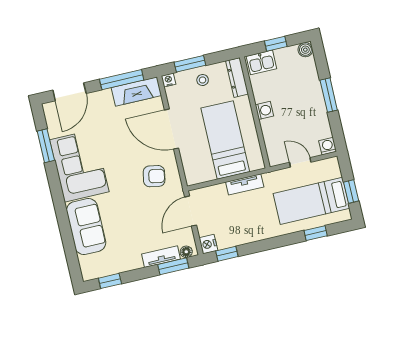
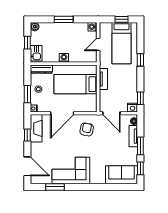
window: (122, 80) -> (27, 135), width x0.46
sofa: (86, 227) -> (122, 175), moved
window: (316, 233) -> (140, 60), moved
window: (173, 266) -> (140, 146), moved

